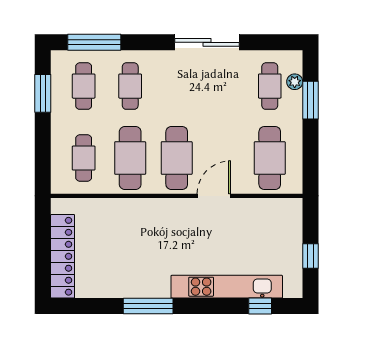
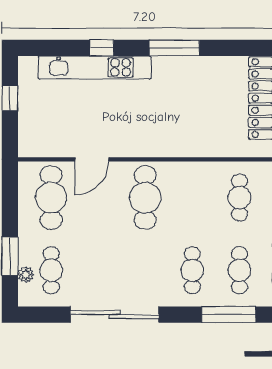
sliding door: (207, 42) -> (115, 315), width x1.36
cafe table: (130, 158) -> (192, 198), removed
door: (214, 196) -> (92, 159), moved
window: (260, 306) -> (102, 48), moved

